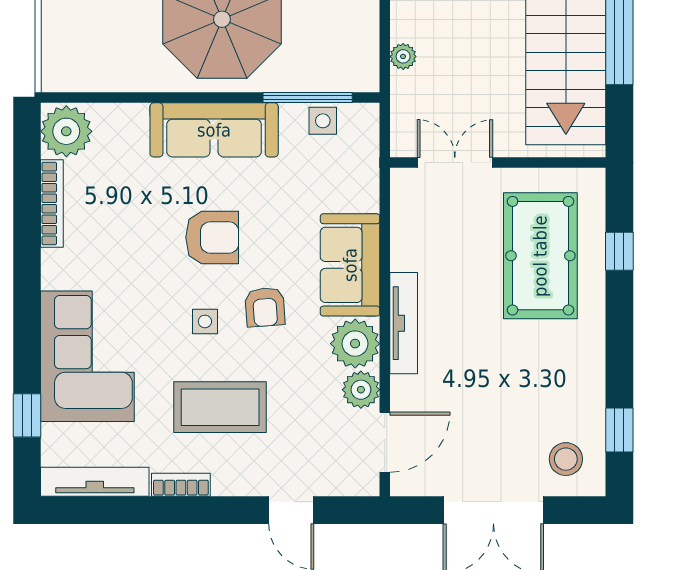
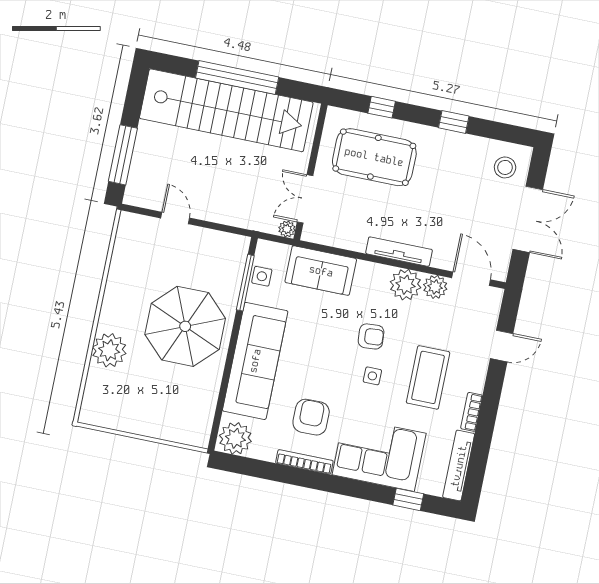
plant: (403, 56) -> (287, 229), moved
sofa: (214, 130) -> (255, 361), width x1.36, depth x1.27
bookcase: (52, 204) -> (304, 462), moved
armchair: (212, 237) -> (311, 417), moved
sofa: (350, 265) -> (321, 271), moved
window: (619, 430) -> (454, 122), moved

